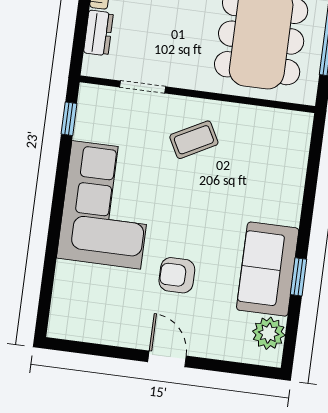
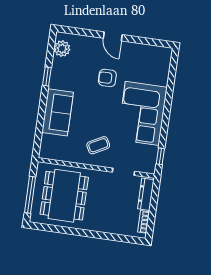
dresser: (98, 33) -> (146, 194), width x1.44
sofa: (268, 269) -> (58, 112), moved
armchair: (177, 275) -> (107, 78), turned 180

